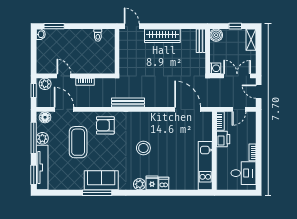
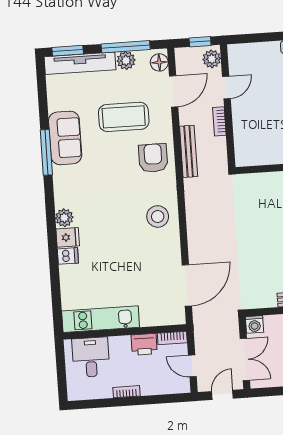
bench: (128, 103) -> (189, 151), moved
stool: (143, 148) -> (158, 216), moved
desk: (243, 173) -> (91, 357), moved, turned 180
sofa: (101, 180) -> (65, 138), moved

